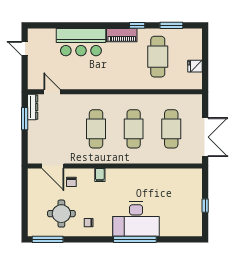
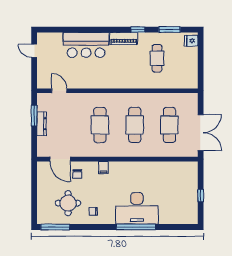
cafe table: (158, 57) -> (157, 58), width x0.73, depth x0.74
fridge: (195, 66) -> (191, 41), moved
dresser: (33, 107) -> (41, 124), moved

